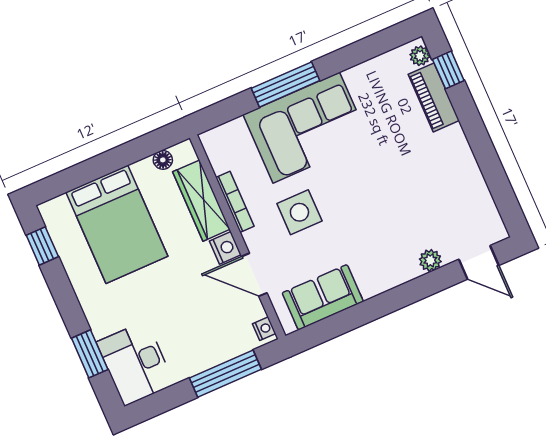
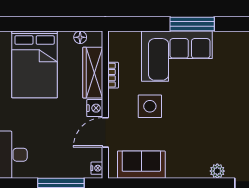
window: (285, 84) -> (192, 24), moved
bookcase: (235, 202) -> (113, 75), width x0.64
door: (254, 275) -> (105, 132), hinge flipped

